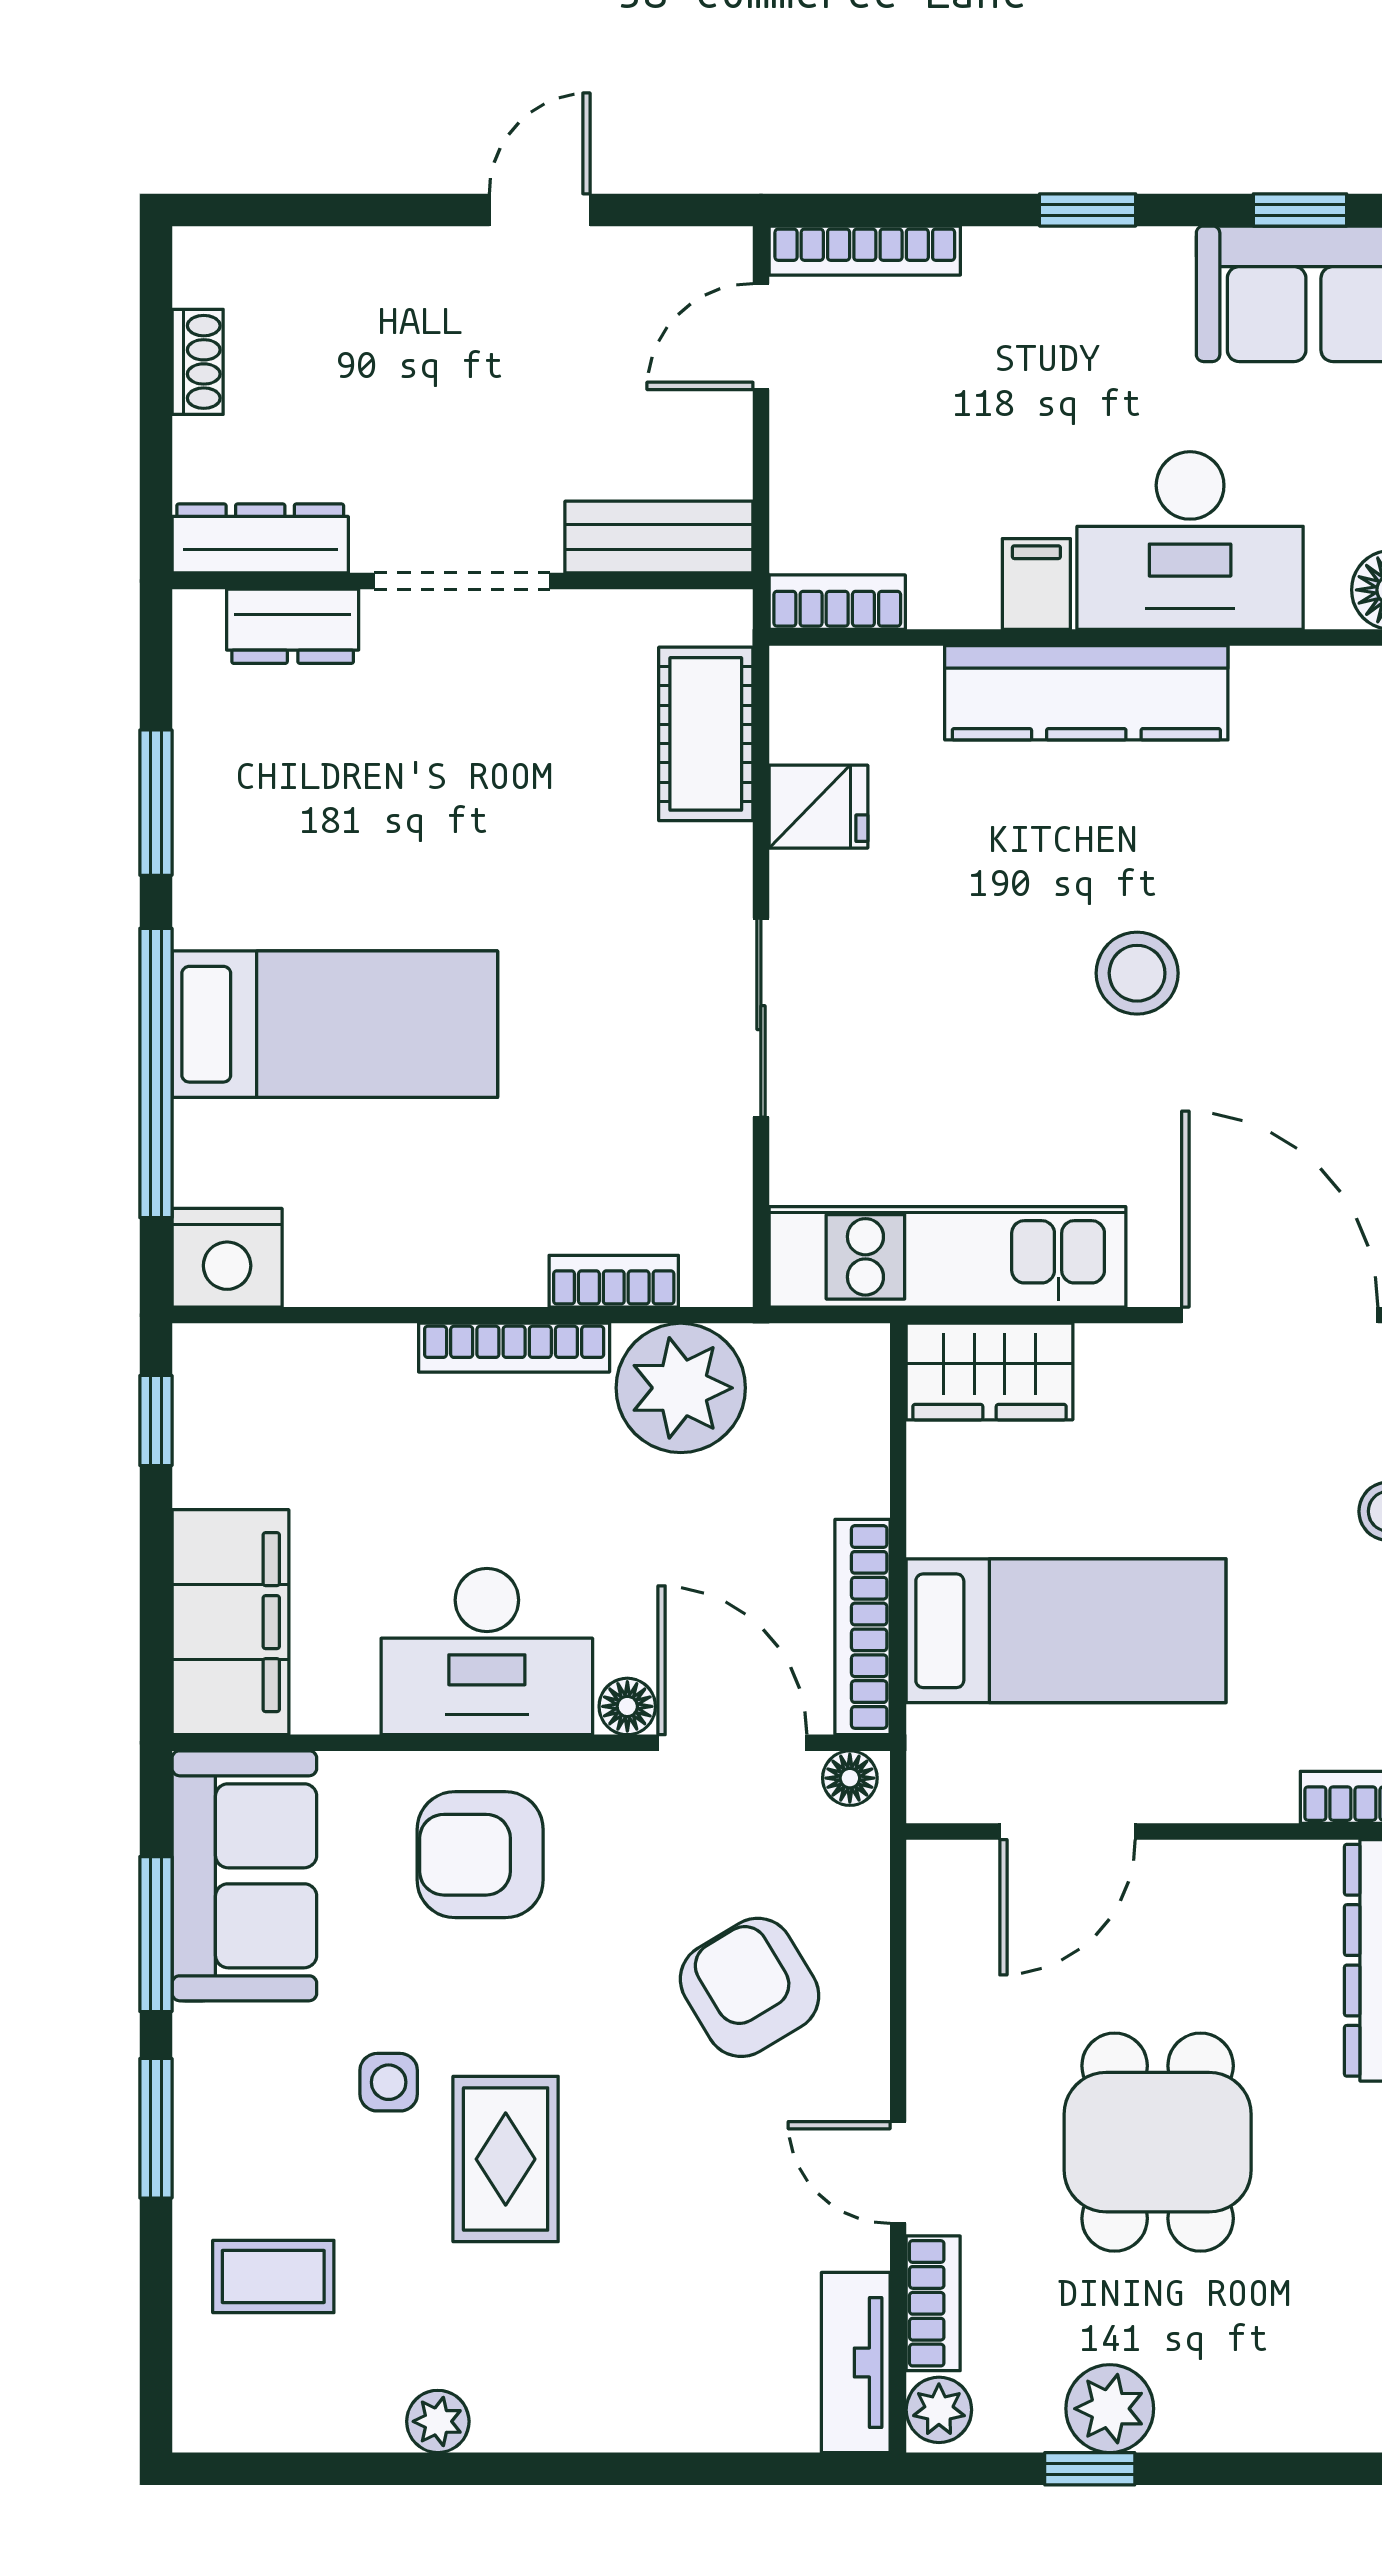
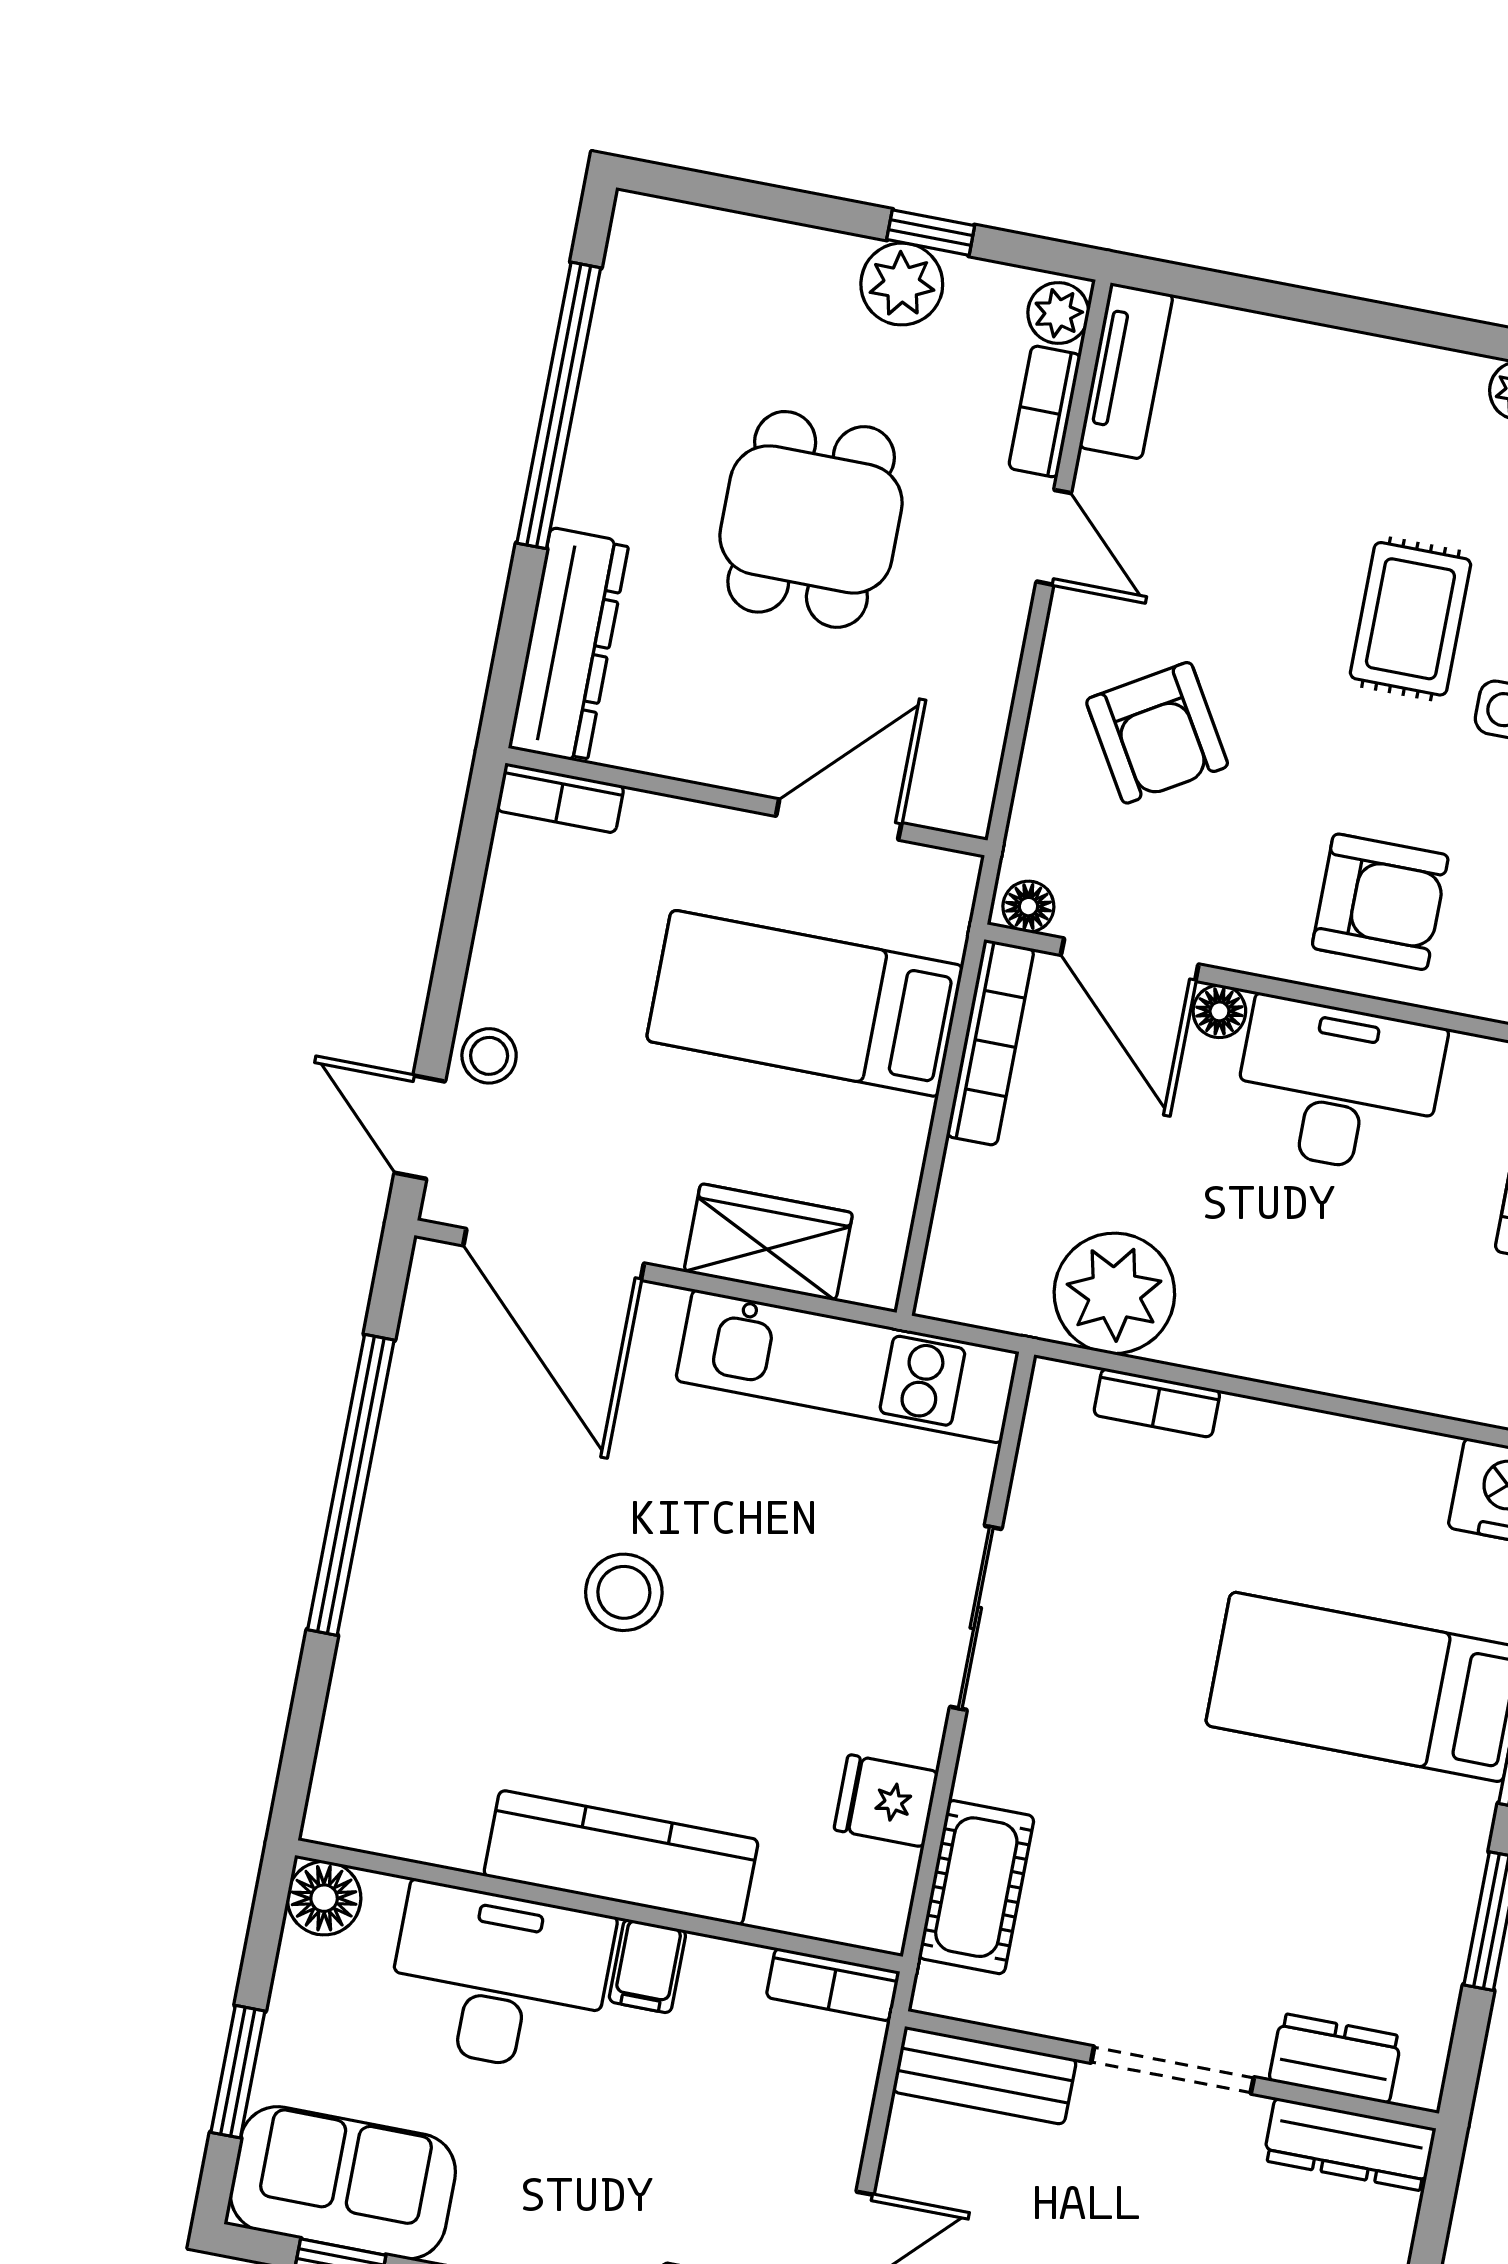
bookcase: (514, 1348) -> (1260, 1360), removed
wardrobe: (990, 1372) -> (768, 1242), moved

